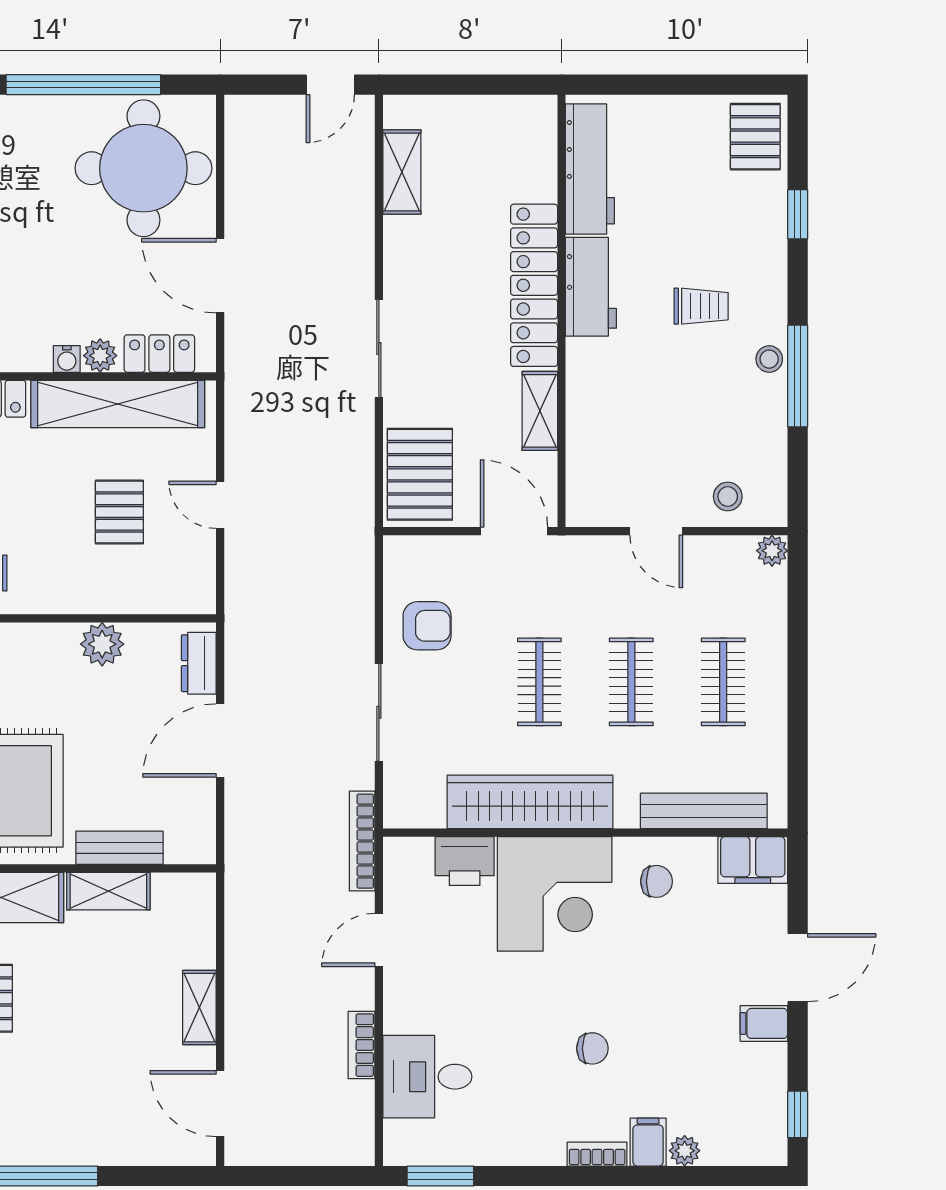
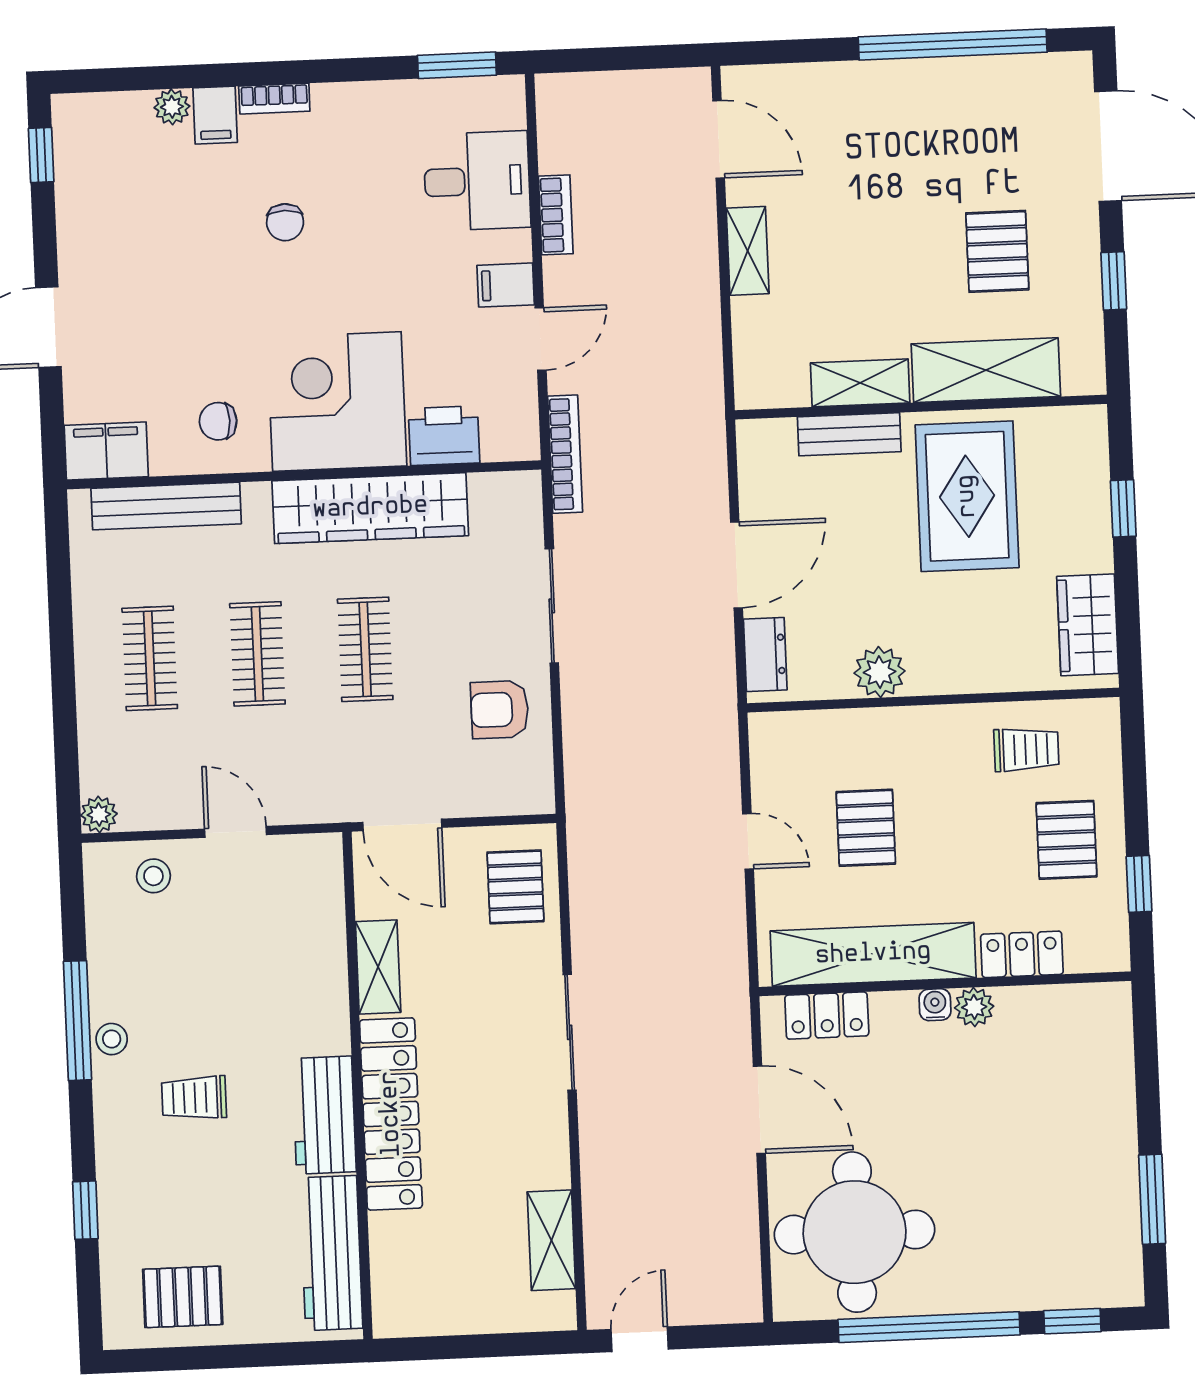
pallet: (755, 137) -> (183, 1297), moved, turned 90
plant: (100, 356) -> (974, 1007), moved
pallet: (420, 474) -> (515, 887), width x0.67, depth x0.71
filing cabinet: (764, 1023) -> (506, 285), moved, turned 180
chair: (592, 1048) -> (285, 222), turned -90

